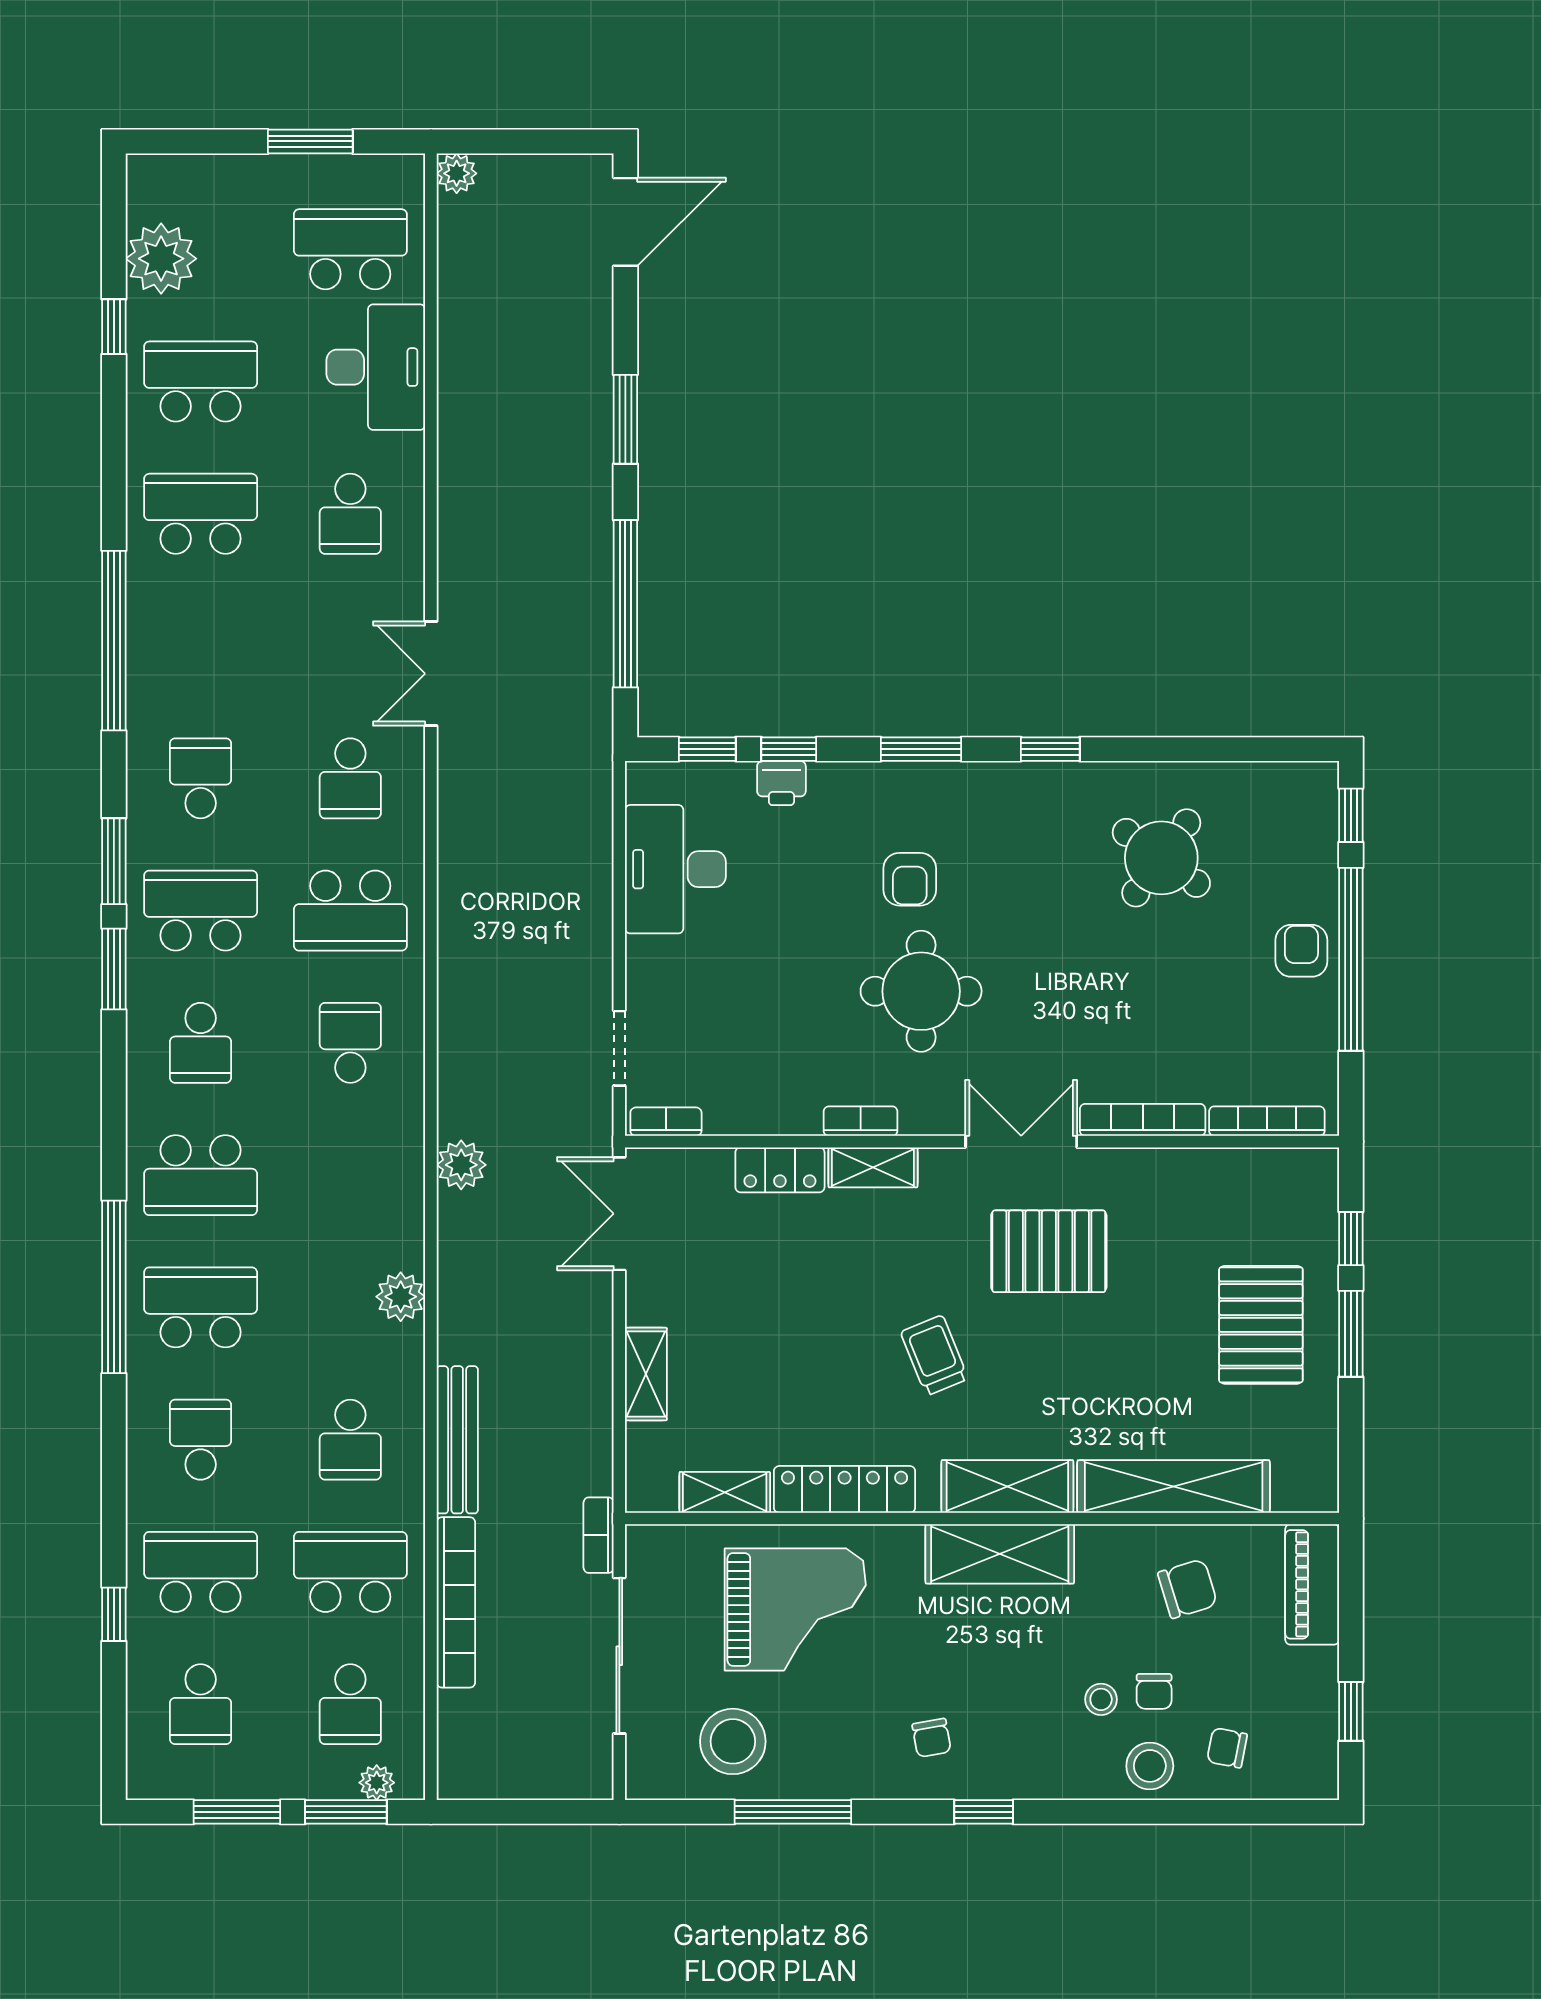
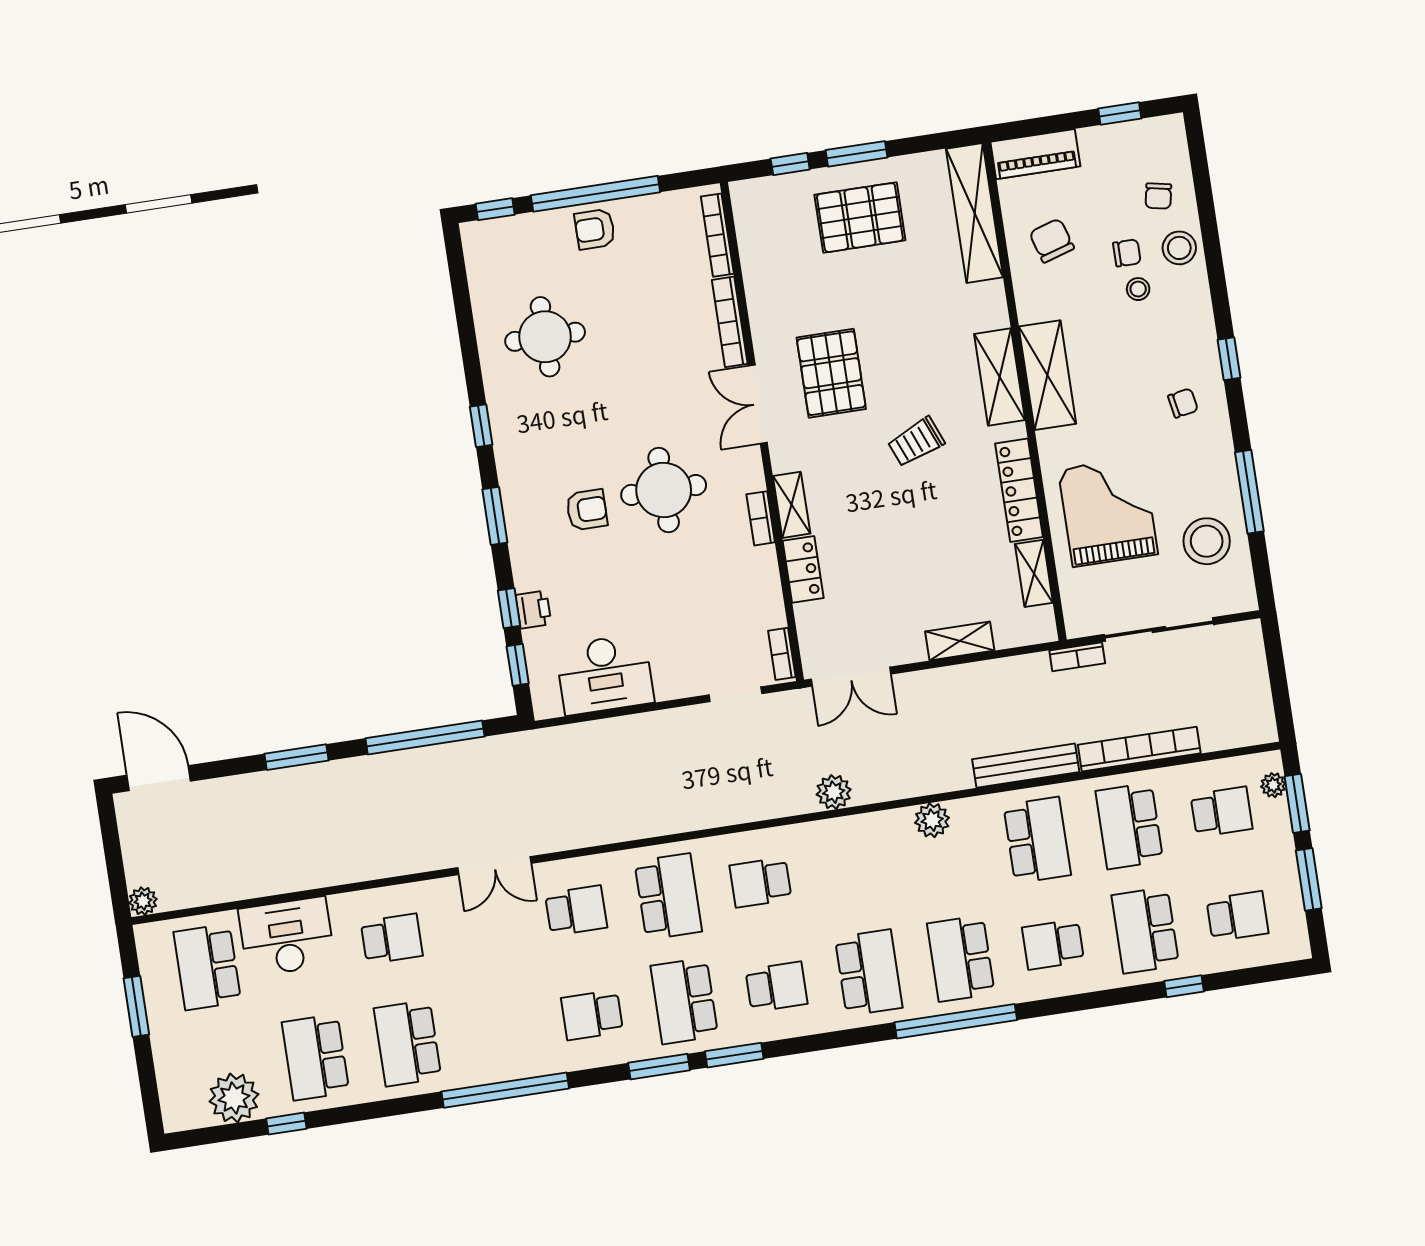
round table: (1161, 858) -> (545, 337), turned -36
school desk: (350, 1440) -> (1037, 840), width x1.85
shelving: (1174, 1486) -> (975, 213), moved

